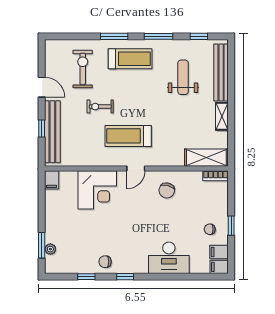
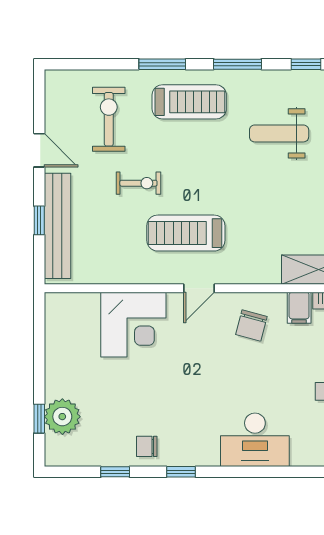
weight bench: (183, 77) -> (279, 133), turned -90
exercise bike: (100, 107) -> (138, 183), turned 180
filing cabinet: (52, 180) -> (299, 308), moved
window: (42, 245) -> (39, 419), width x0.67
plant: (50, 249) -> (62, 417), width x1.88, depth x1.88

